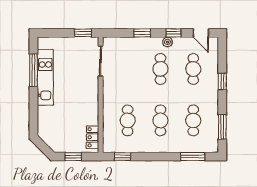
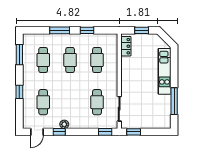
window: (142, 33) -> (105, 132), moved
door: (201, 33) -> (37, 132), swing flipped
cafe table: (160, 69) -> (97, 102), moved
kitchen unit: (45, 77) -> (164, 71), moved
window: (123, 157) -> (87, 30), moved
window: (193, 157) -> (60, 30), moved

